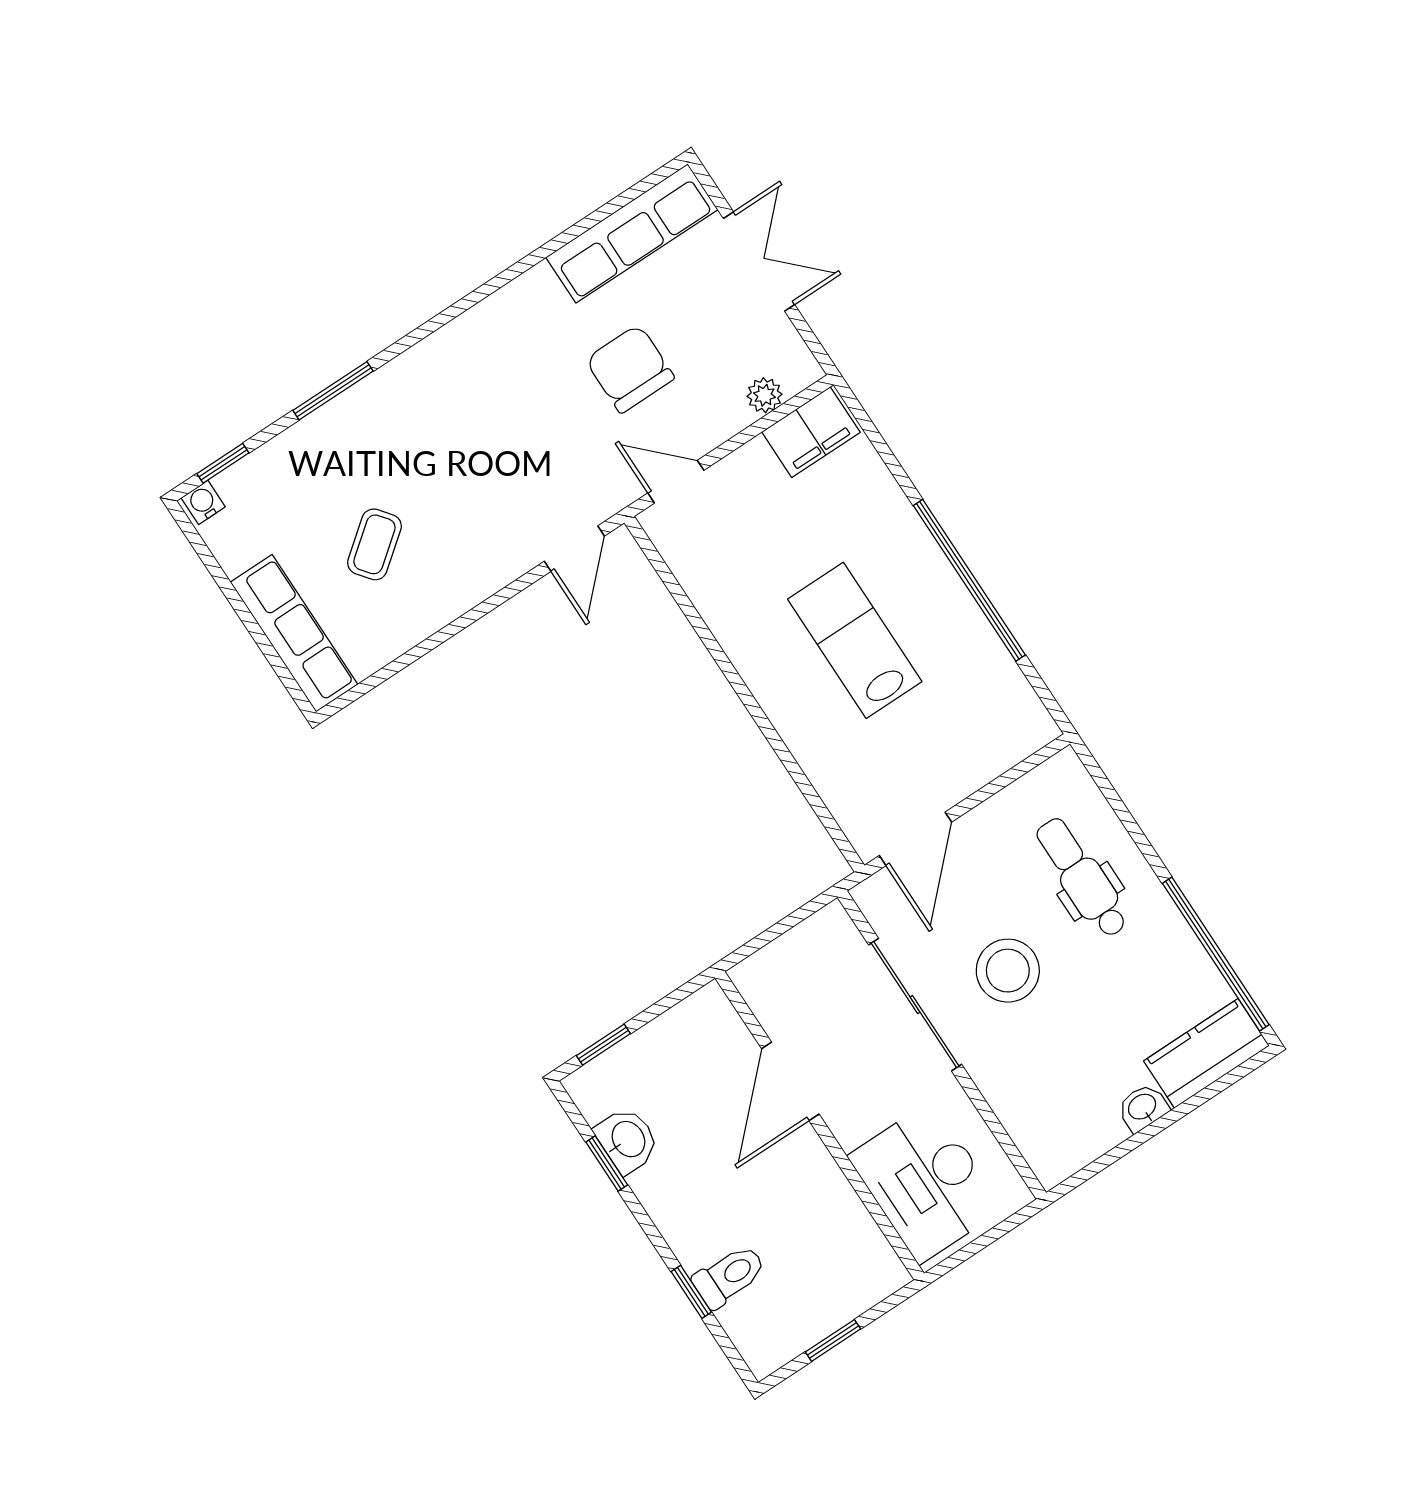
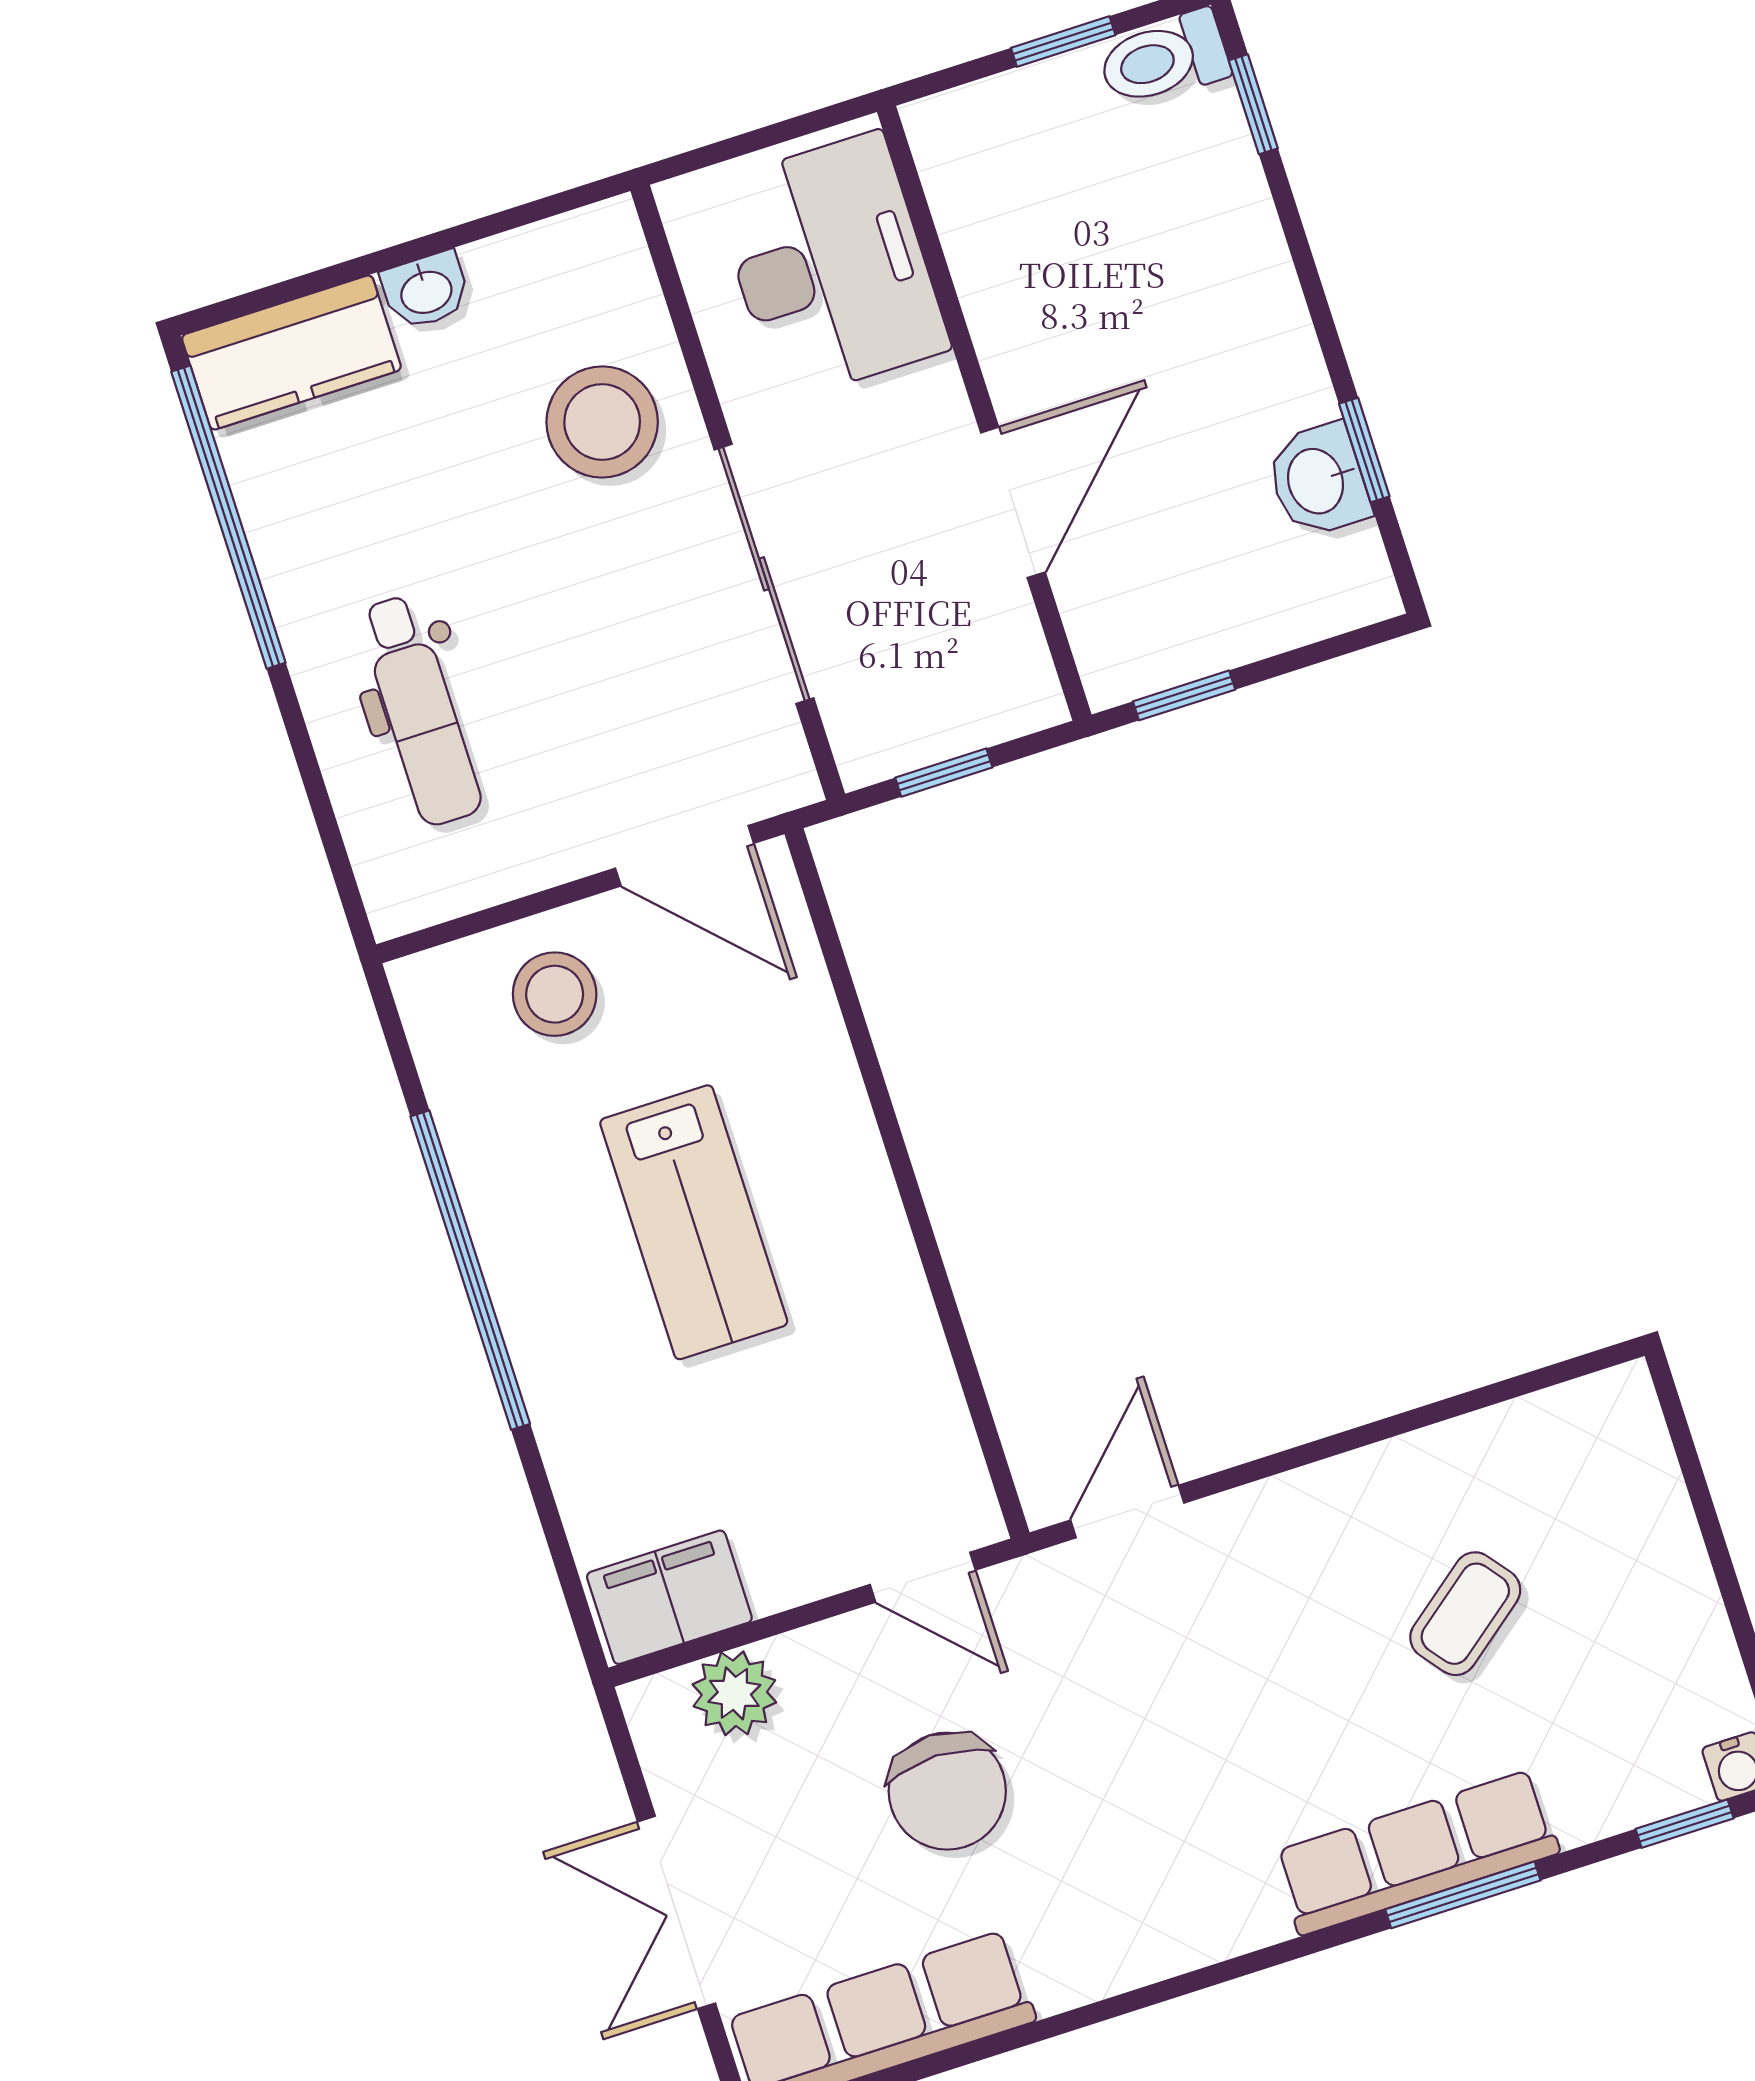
plant: (765, 395) -> (734, 1693), width x1.38, depth x1.38
row of seats: (294, 633) -> (1417, 1852), moved, turned 90
stool: (965, 744) -> (555, 994), added
door: (916, 839) -> (685, 856), swing flipped
window: (787, 924) -> (944, 773), added
stool: (1008, 971) -> (602, 422), moved
window: (603, 1045) -> (1184, 695), moved
toilet: (729, 1276) -> (1164, 59), moved
window: (691, 1292) -> (1253, 104), moved

